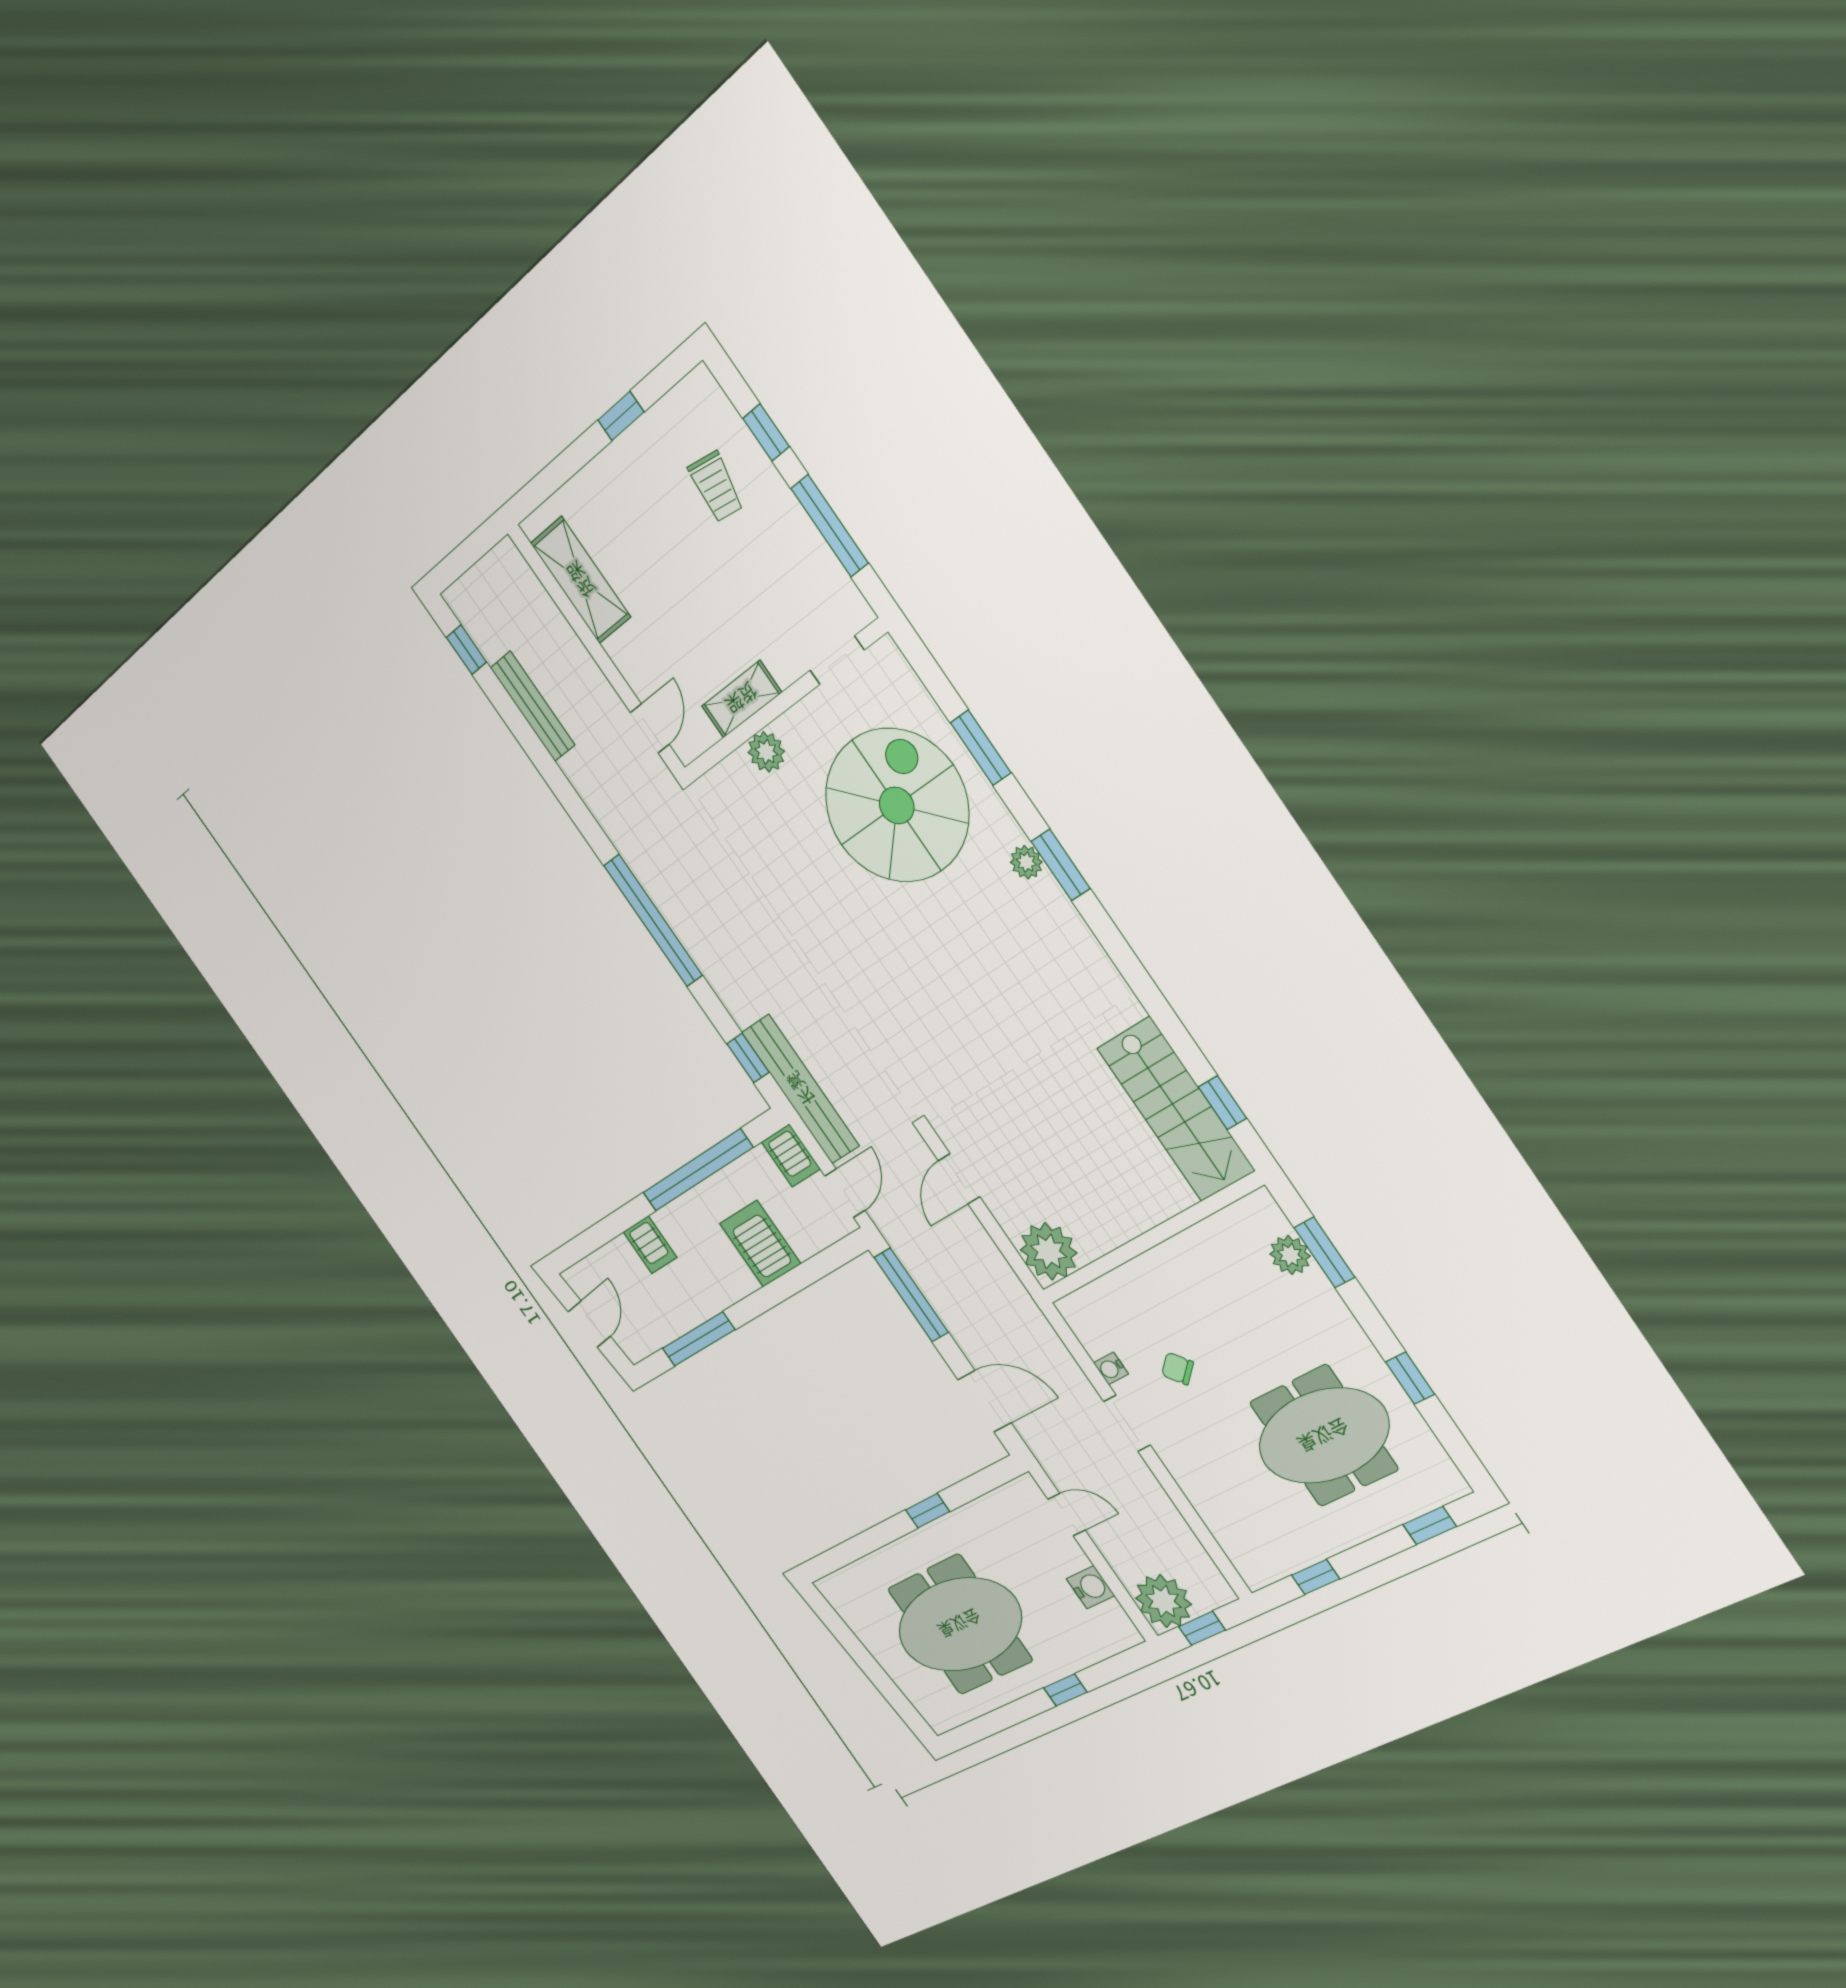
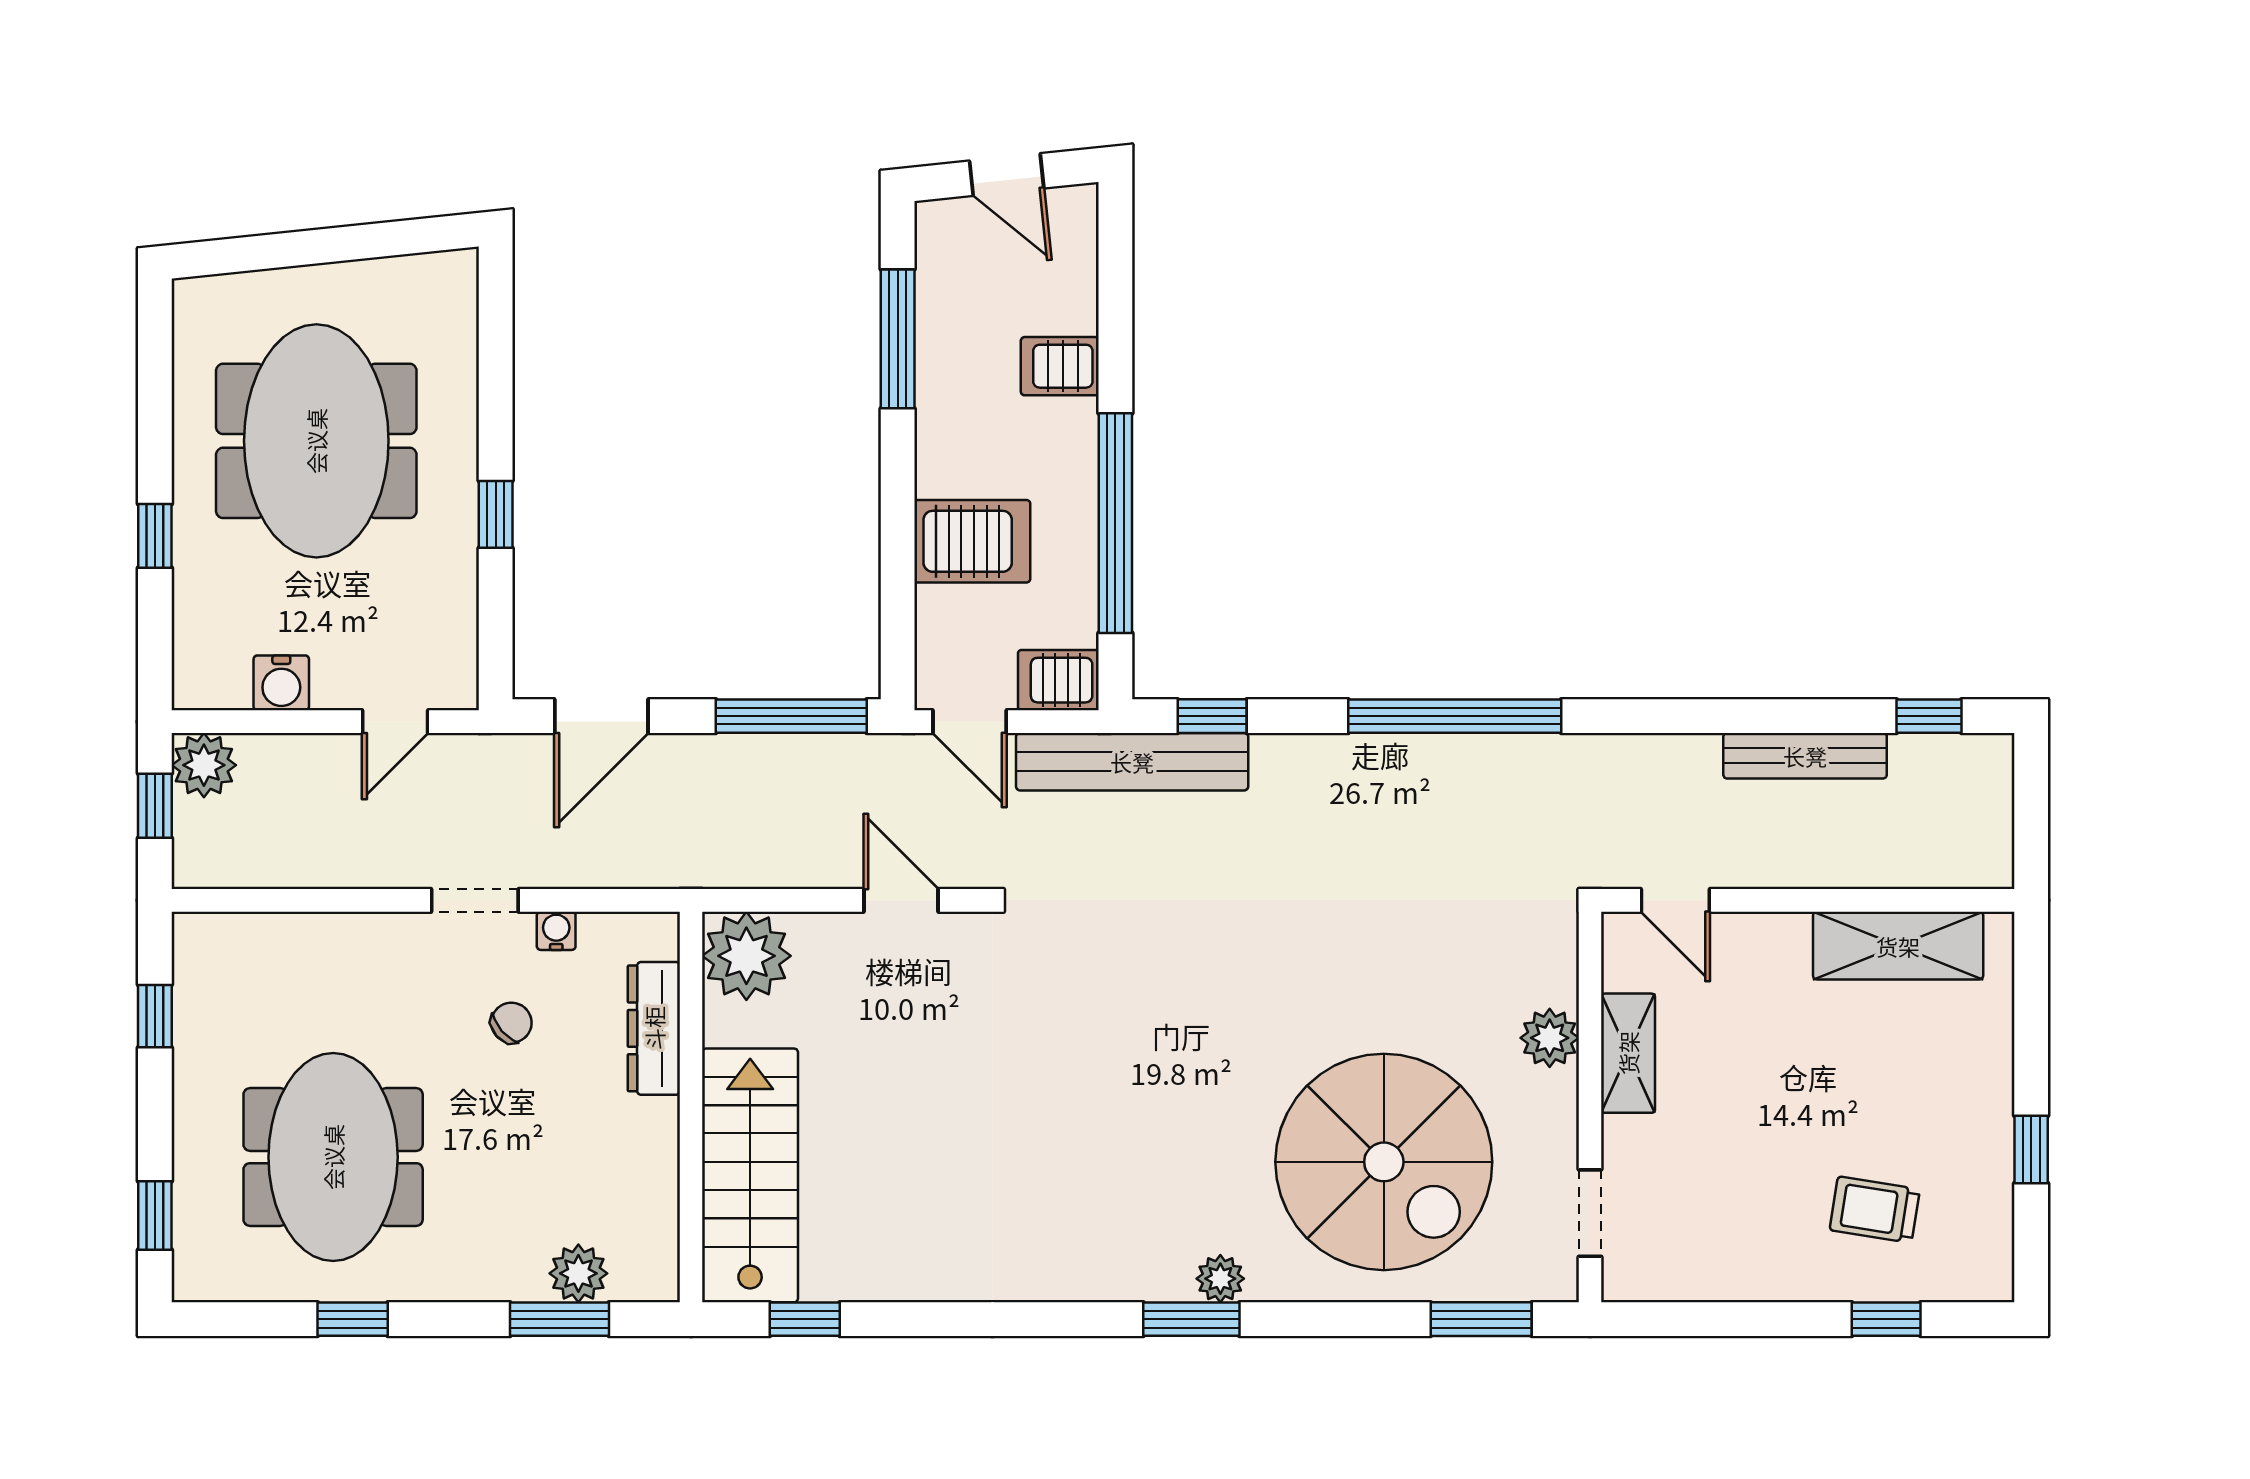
window: (830, 526) -> (1737, 1319), removed
window: (981, 748) -> (1481, 1319), moved
stairs: (1176, 1109) -> (750, 1175), moved, turned 90
dresser: (1124, 1284) -> (654, 1028), added
plant: (1163, 1601) -> (204, 765), width x0.73, depth x0.73

